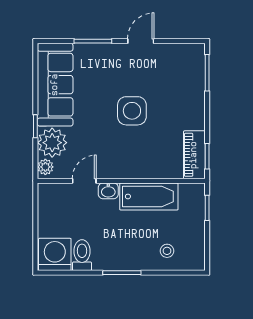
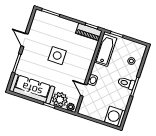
bathtub: (149, 196) -> (105, 50), moved
toilet: (82, 255) -> (126, 83), moved

